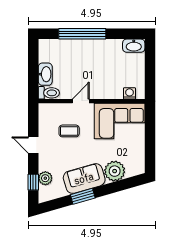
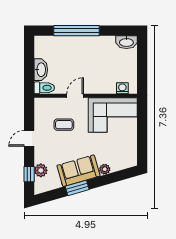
door: (33, 145) -> (29, 138), hinge flipped
plant: (115, 171) -> (105, 169), width x0.53, depth x0.53

